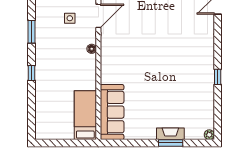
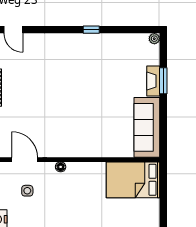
sofa: (112, 112) -> (147, 127), moved, turned -90
bed: (85, 115) -> (133, 180), width x1.50

